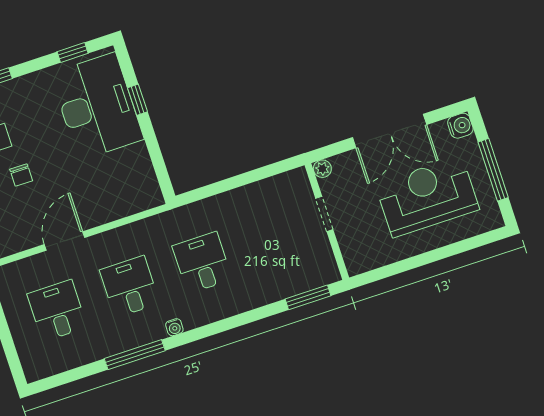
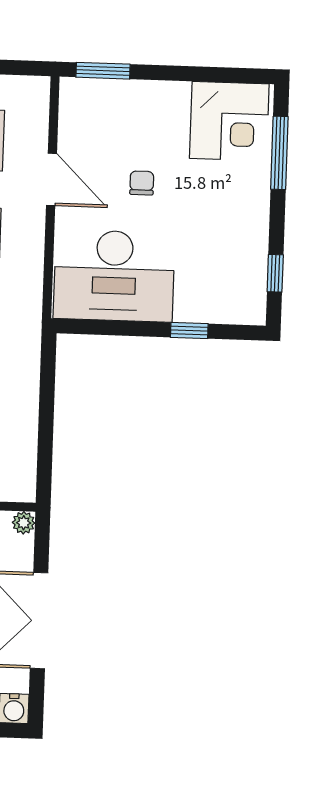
desk: (97, 106) -> (114, 276), moved
chair: (21, 175) -> (142, 183), moved, turned 90

